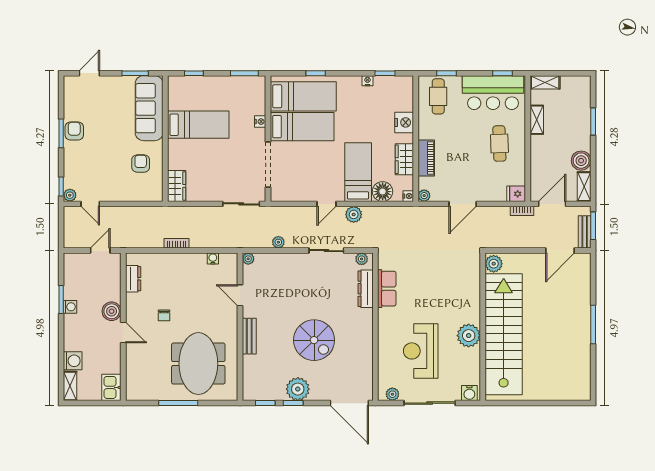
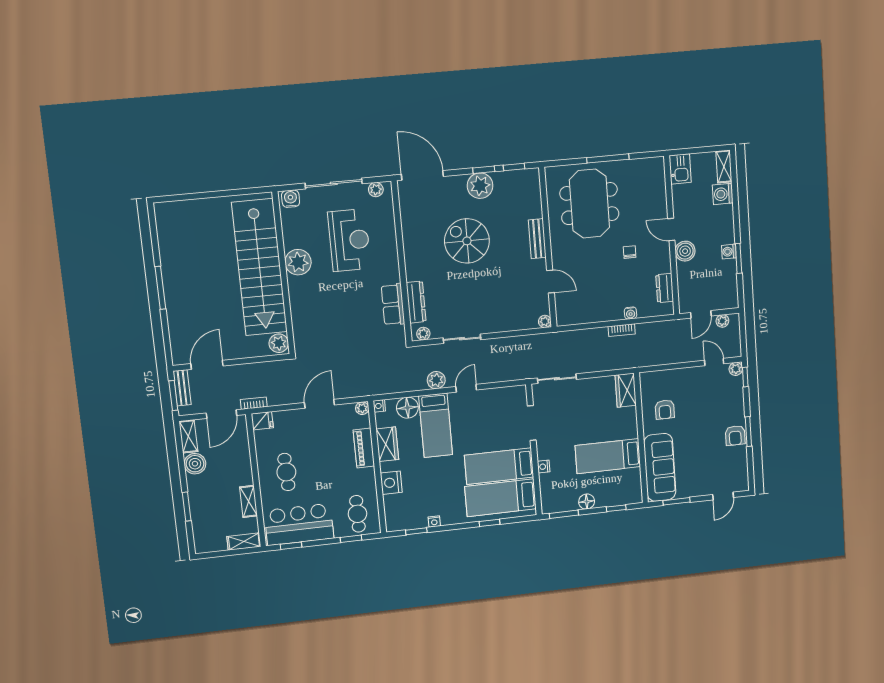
floor lamp: (222, 83) -> (587, 502), added
doorway: (268, 165) -> (532, 423), width x0.73
plant: (278, 242) -> (722, 321), moved
water cooler: (213, 258) -> (631, 313), moved

